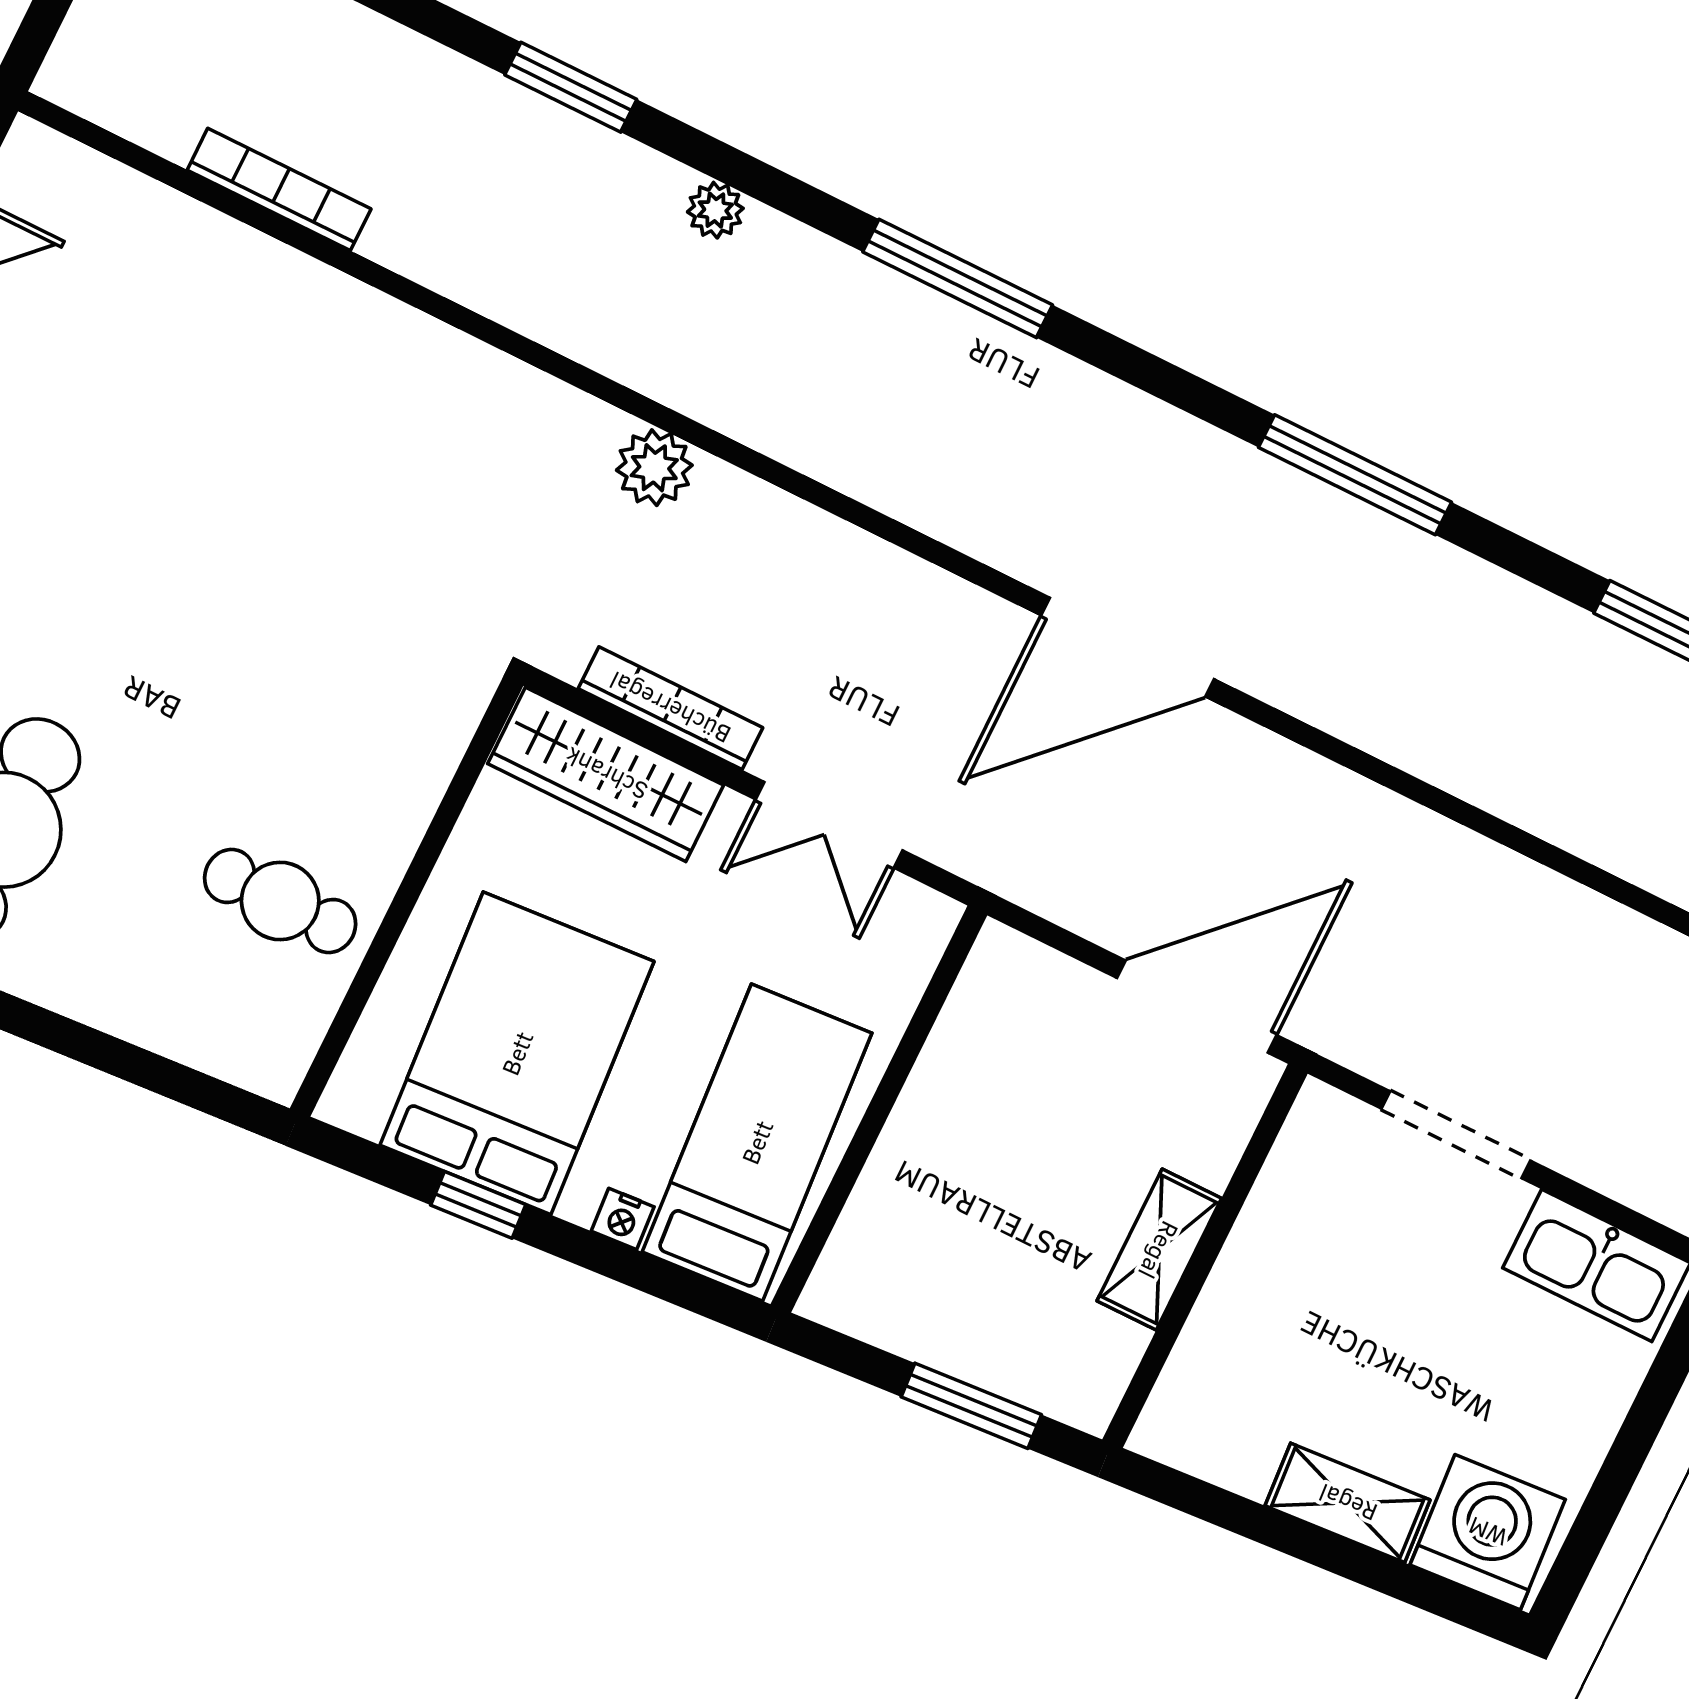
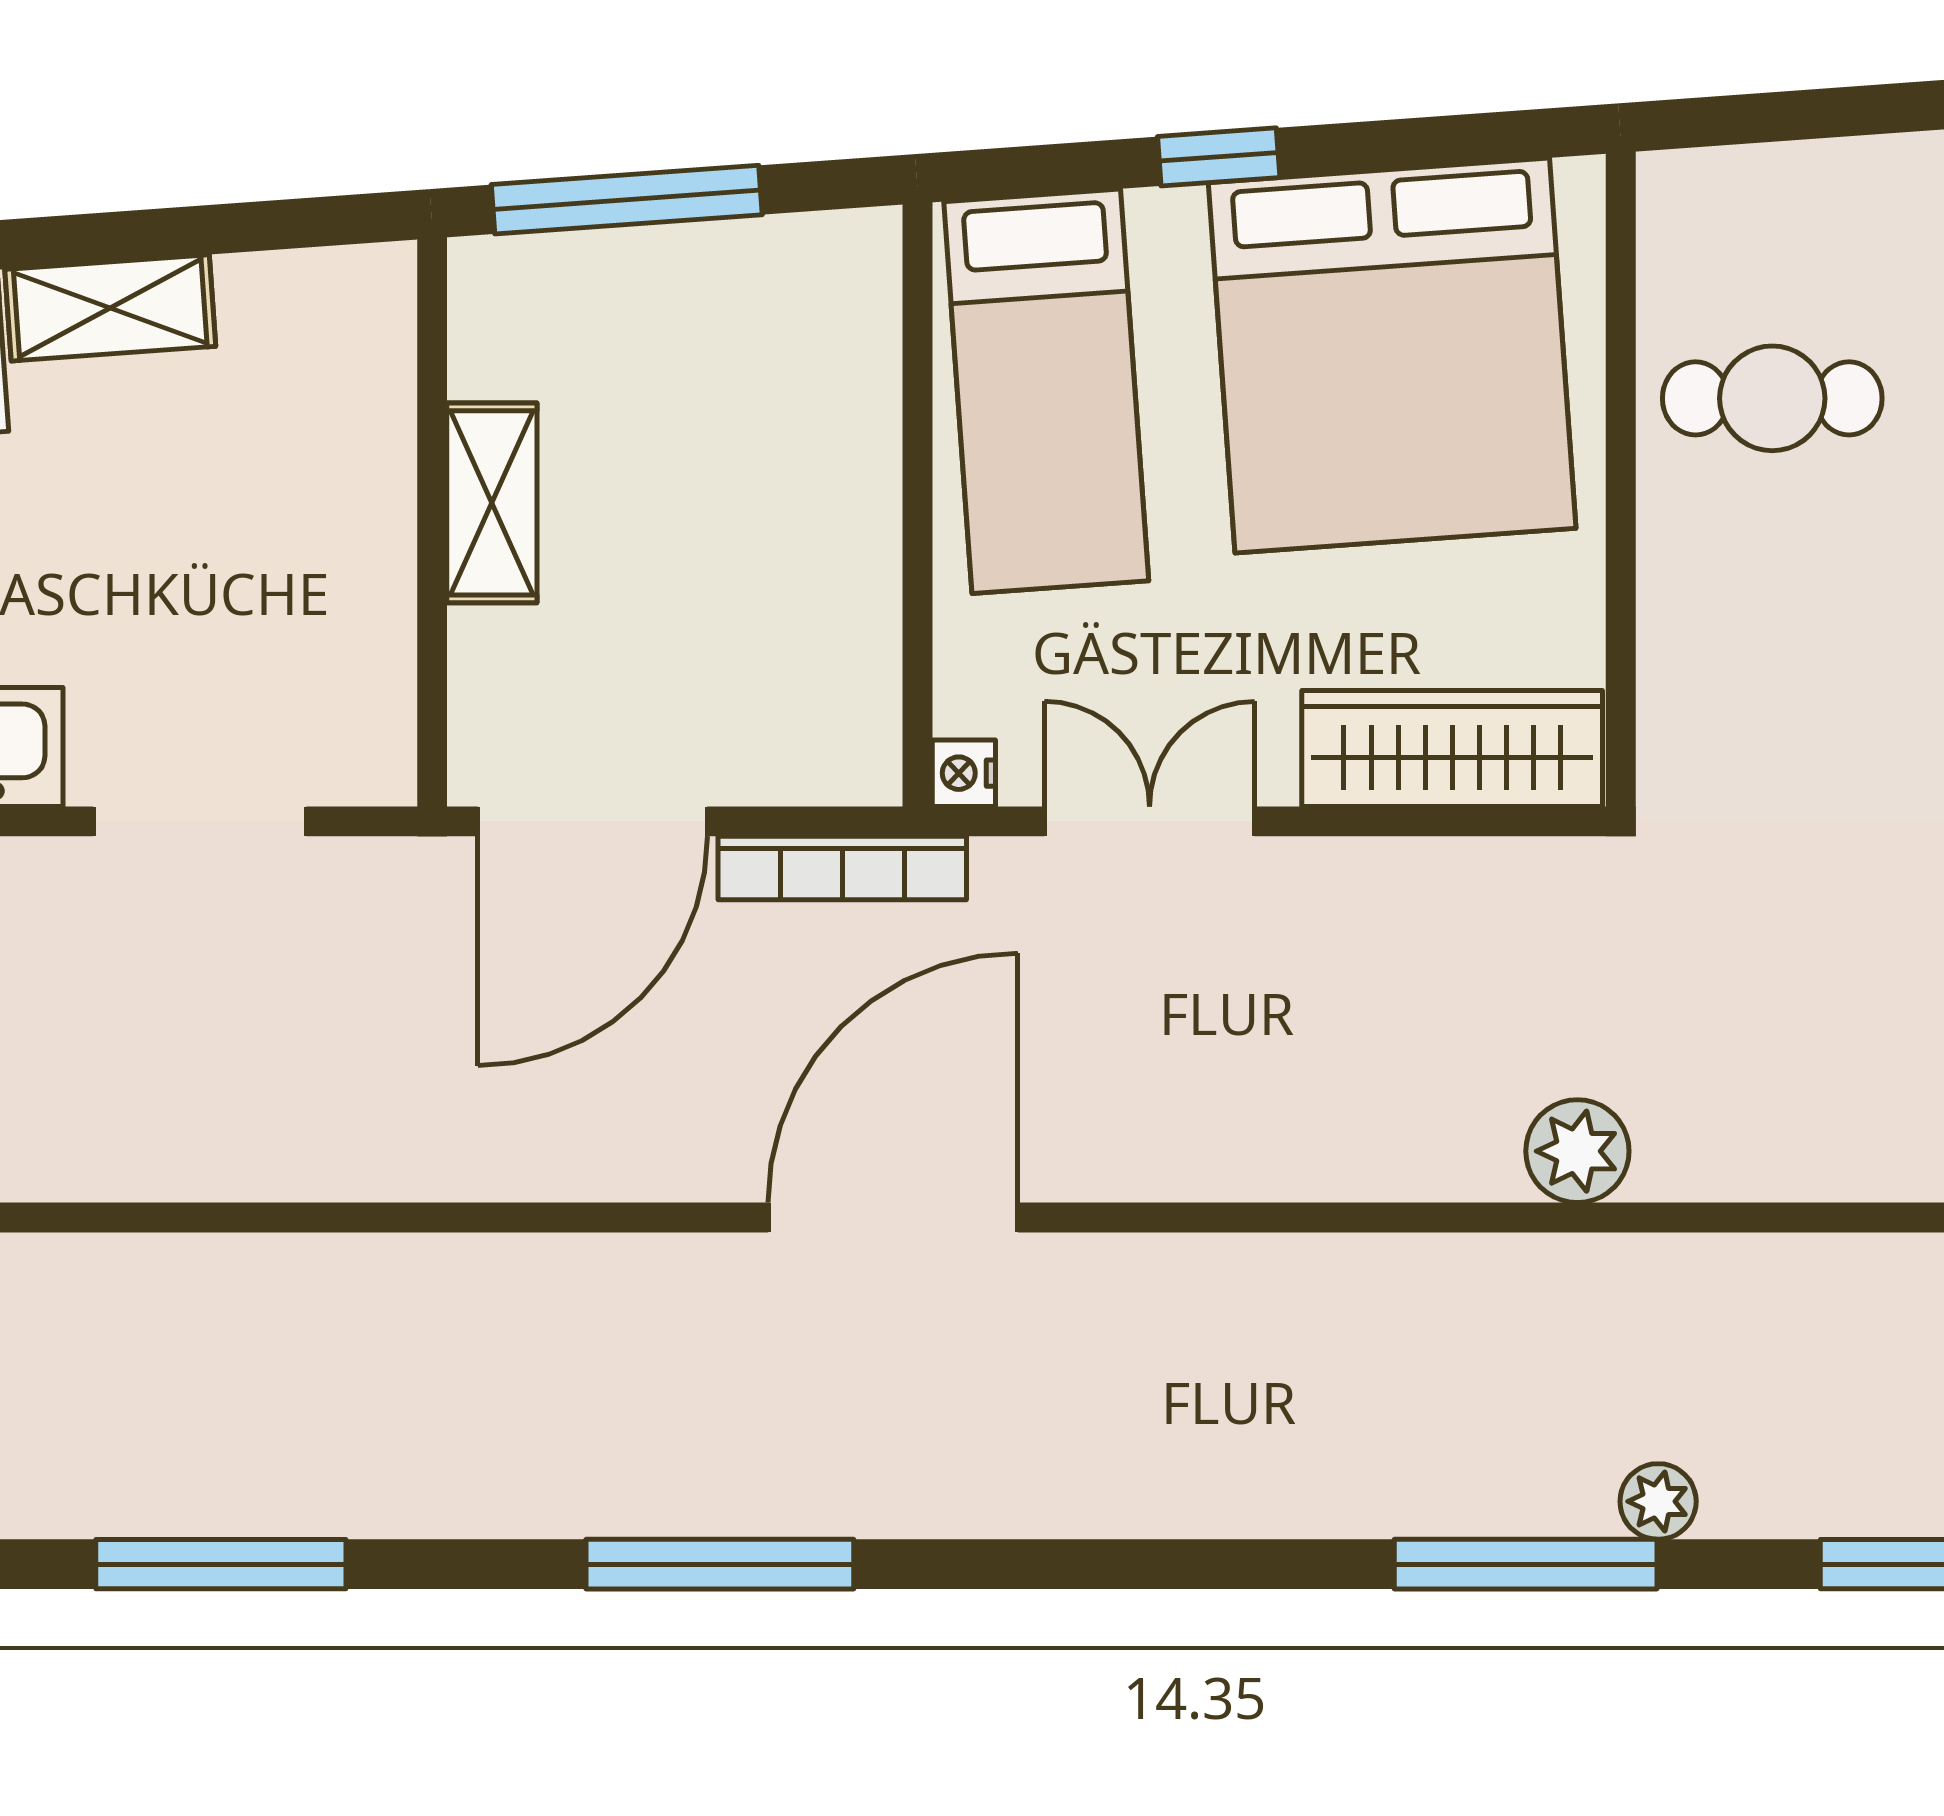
window: (958, 278) -> (1526, 1564), moved
bookcase: (670, 708) -> (842, 868), moved
bed: (517, 1053) -> (1392, 355), width x1.36
window: (478, 1205) -> (1219, 157), moved
nightstand: (623, 1219) -> (964, 773), moved, turned -86
window: (971, 1406) -> (627, 200), width x1.44

